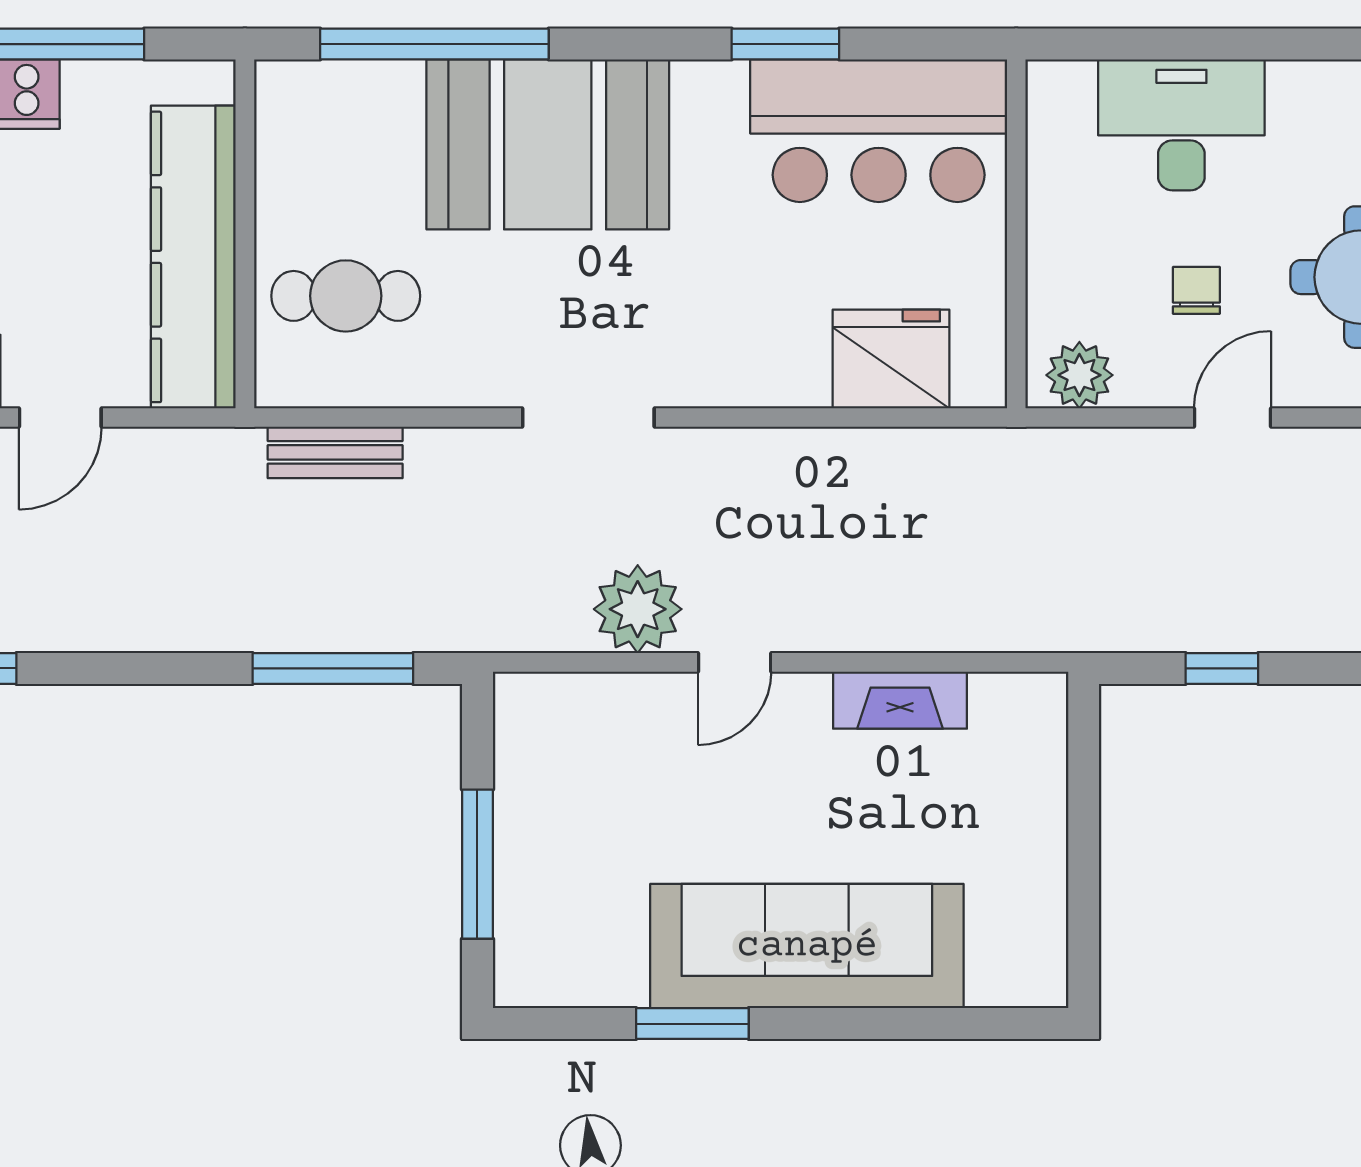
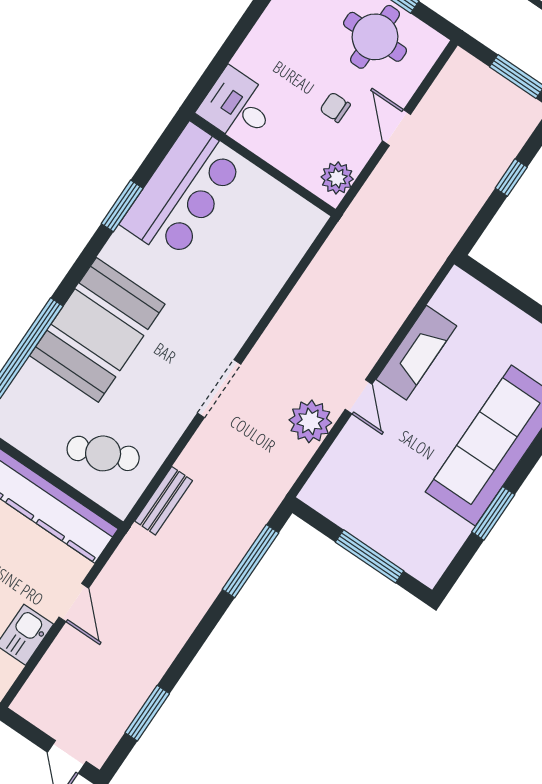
desk: (1181, 125) -> (238, 106), moved, width x0.73
cafe table: (346, 296) -> (103, 453), turned 67
fridge: (891, 359) -> (279, 250), removed
window: (1222, 668) -> (511, 178), moved
fireplace: (900, 700) -> (416, 353), width x1.37, depth x1.32

